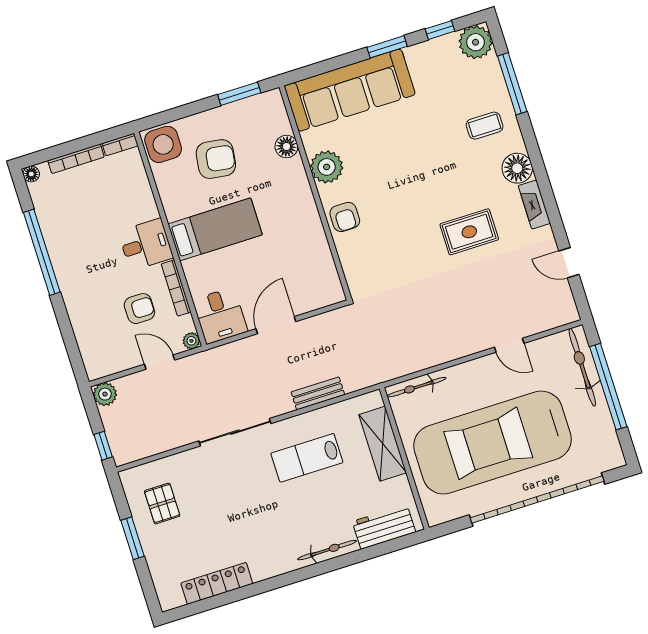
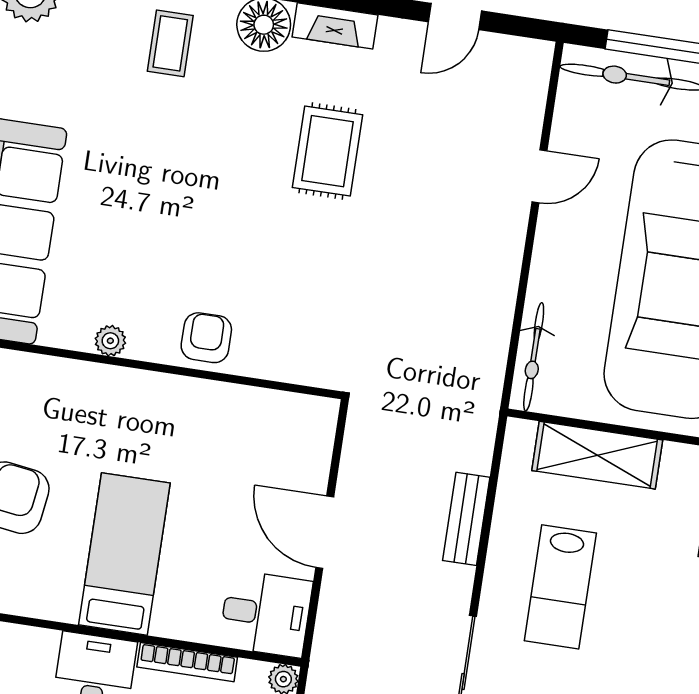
floor lamp: (286, 147) -> (48, 375), removed
plant: (327, 167) -> (110, 341), width x0.53, depth x0.53
armchair: (345, 217) -> (206, 338), turned -90

